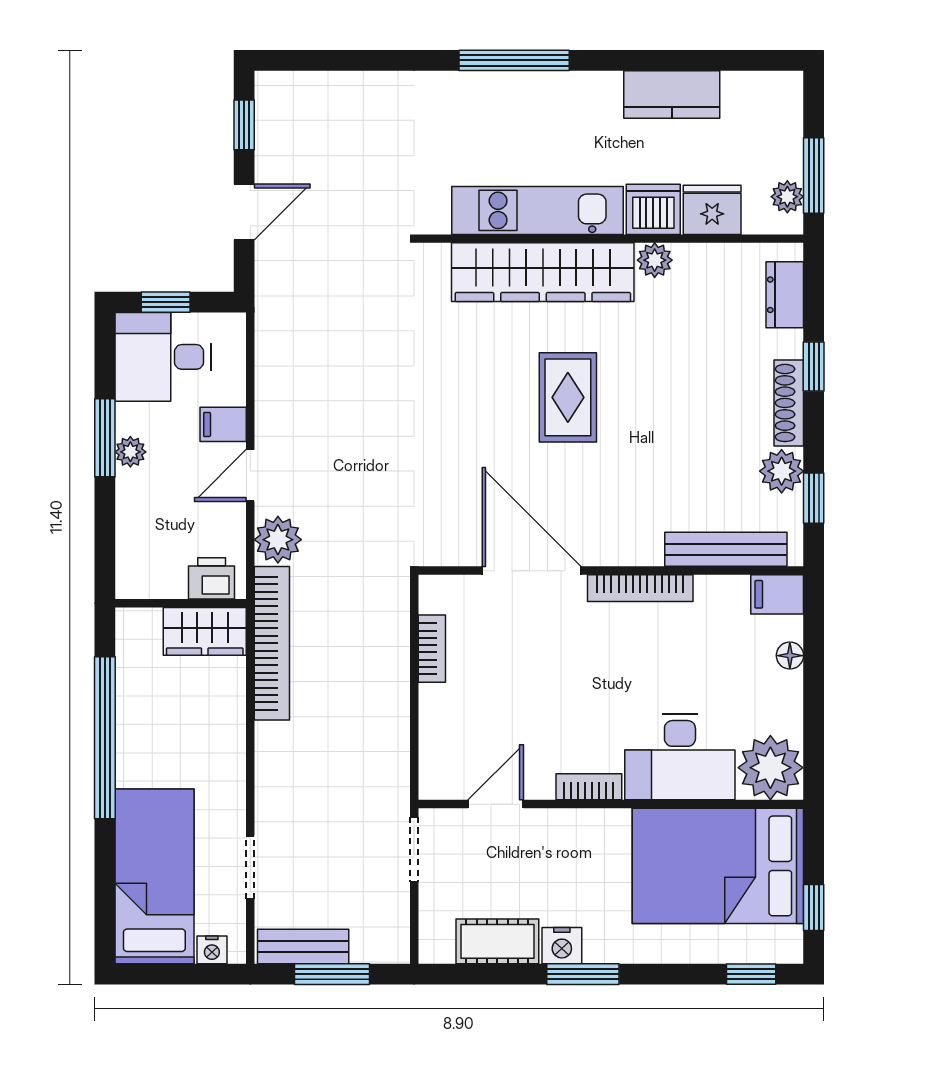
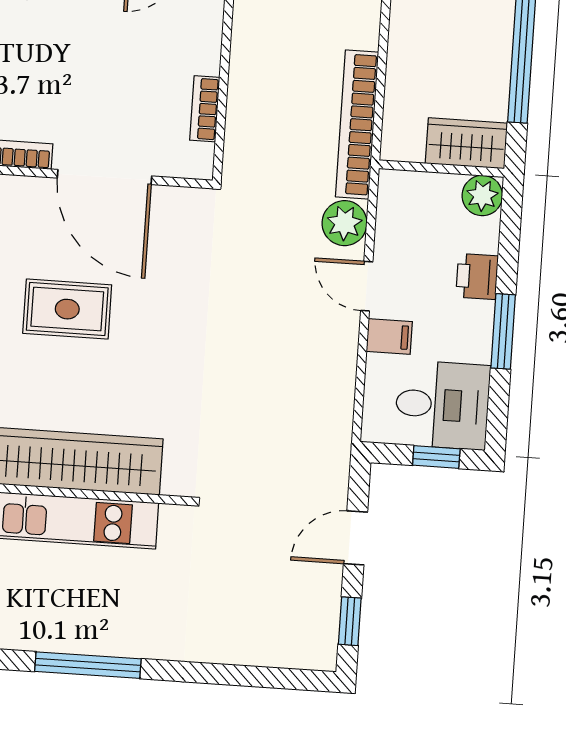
rug: (568, 397) -> (67, 309), moved, turned 90
plant: (130, 452) -> (482, 196), moved, width x1.38, depth x1.38
door: (250, 475) -> (367, 286), swing flipped
printer: (212, 578) -> (477, 276), moved, turned 90
wardrobe: (205, 631) -> (466, 143), moved

